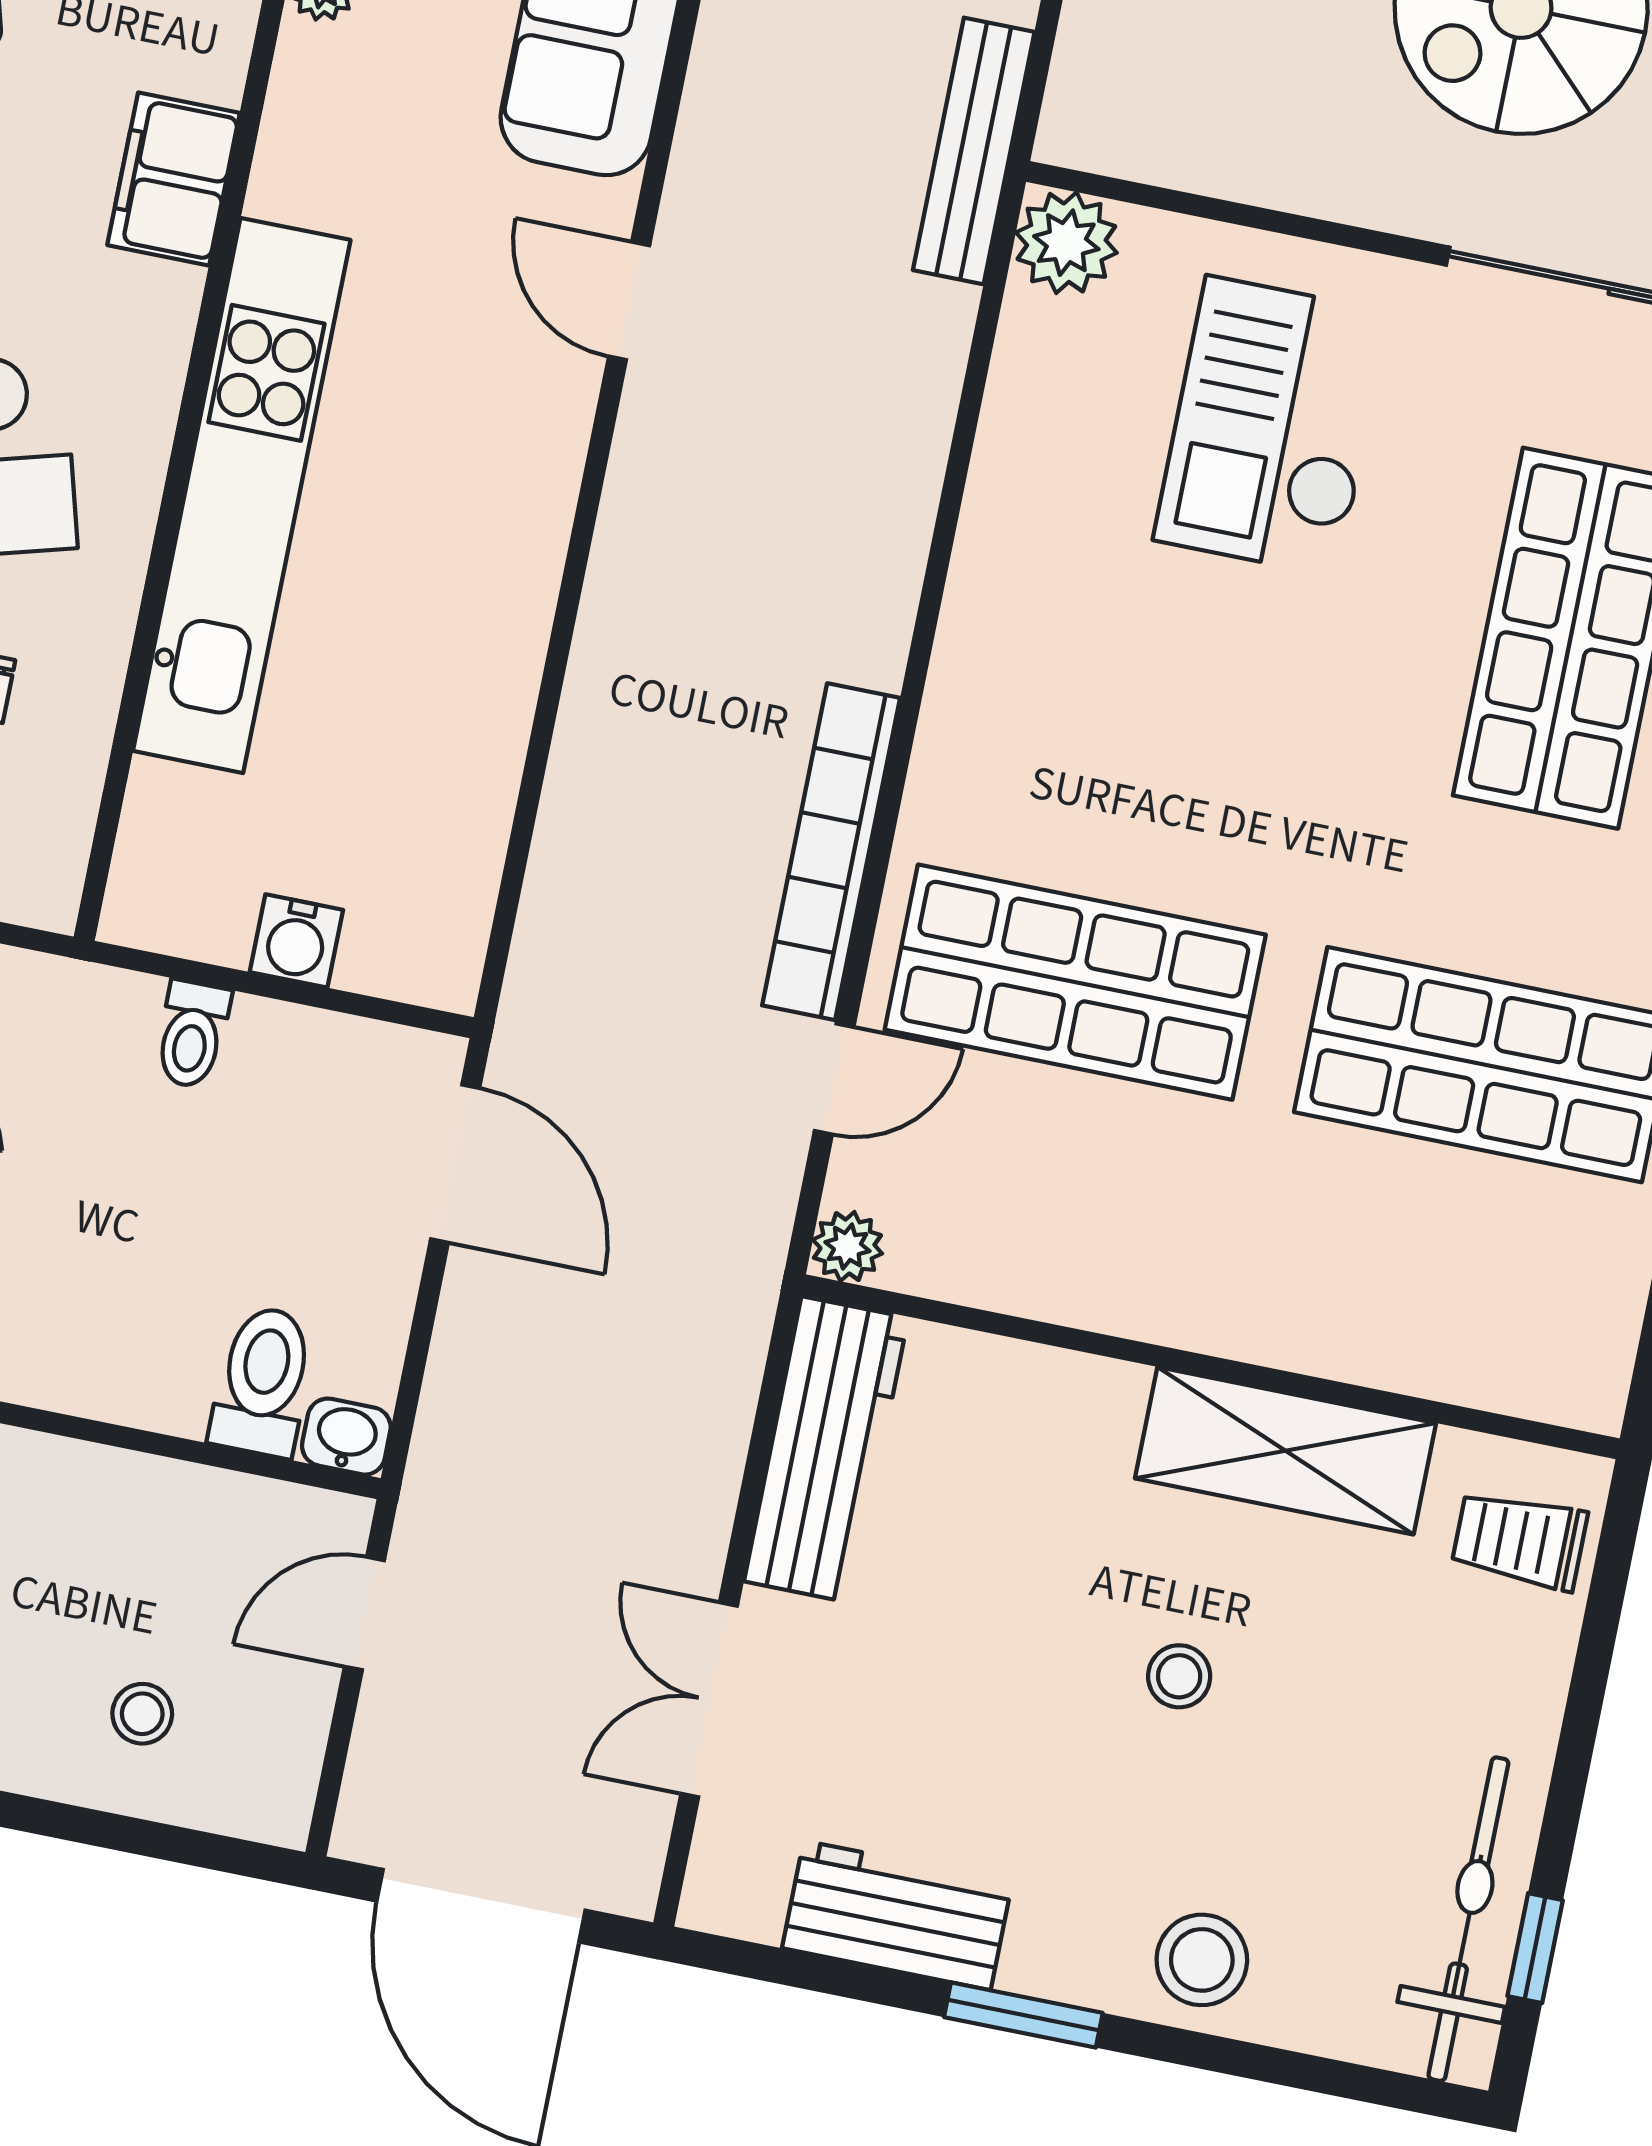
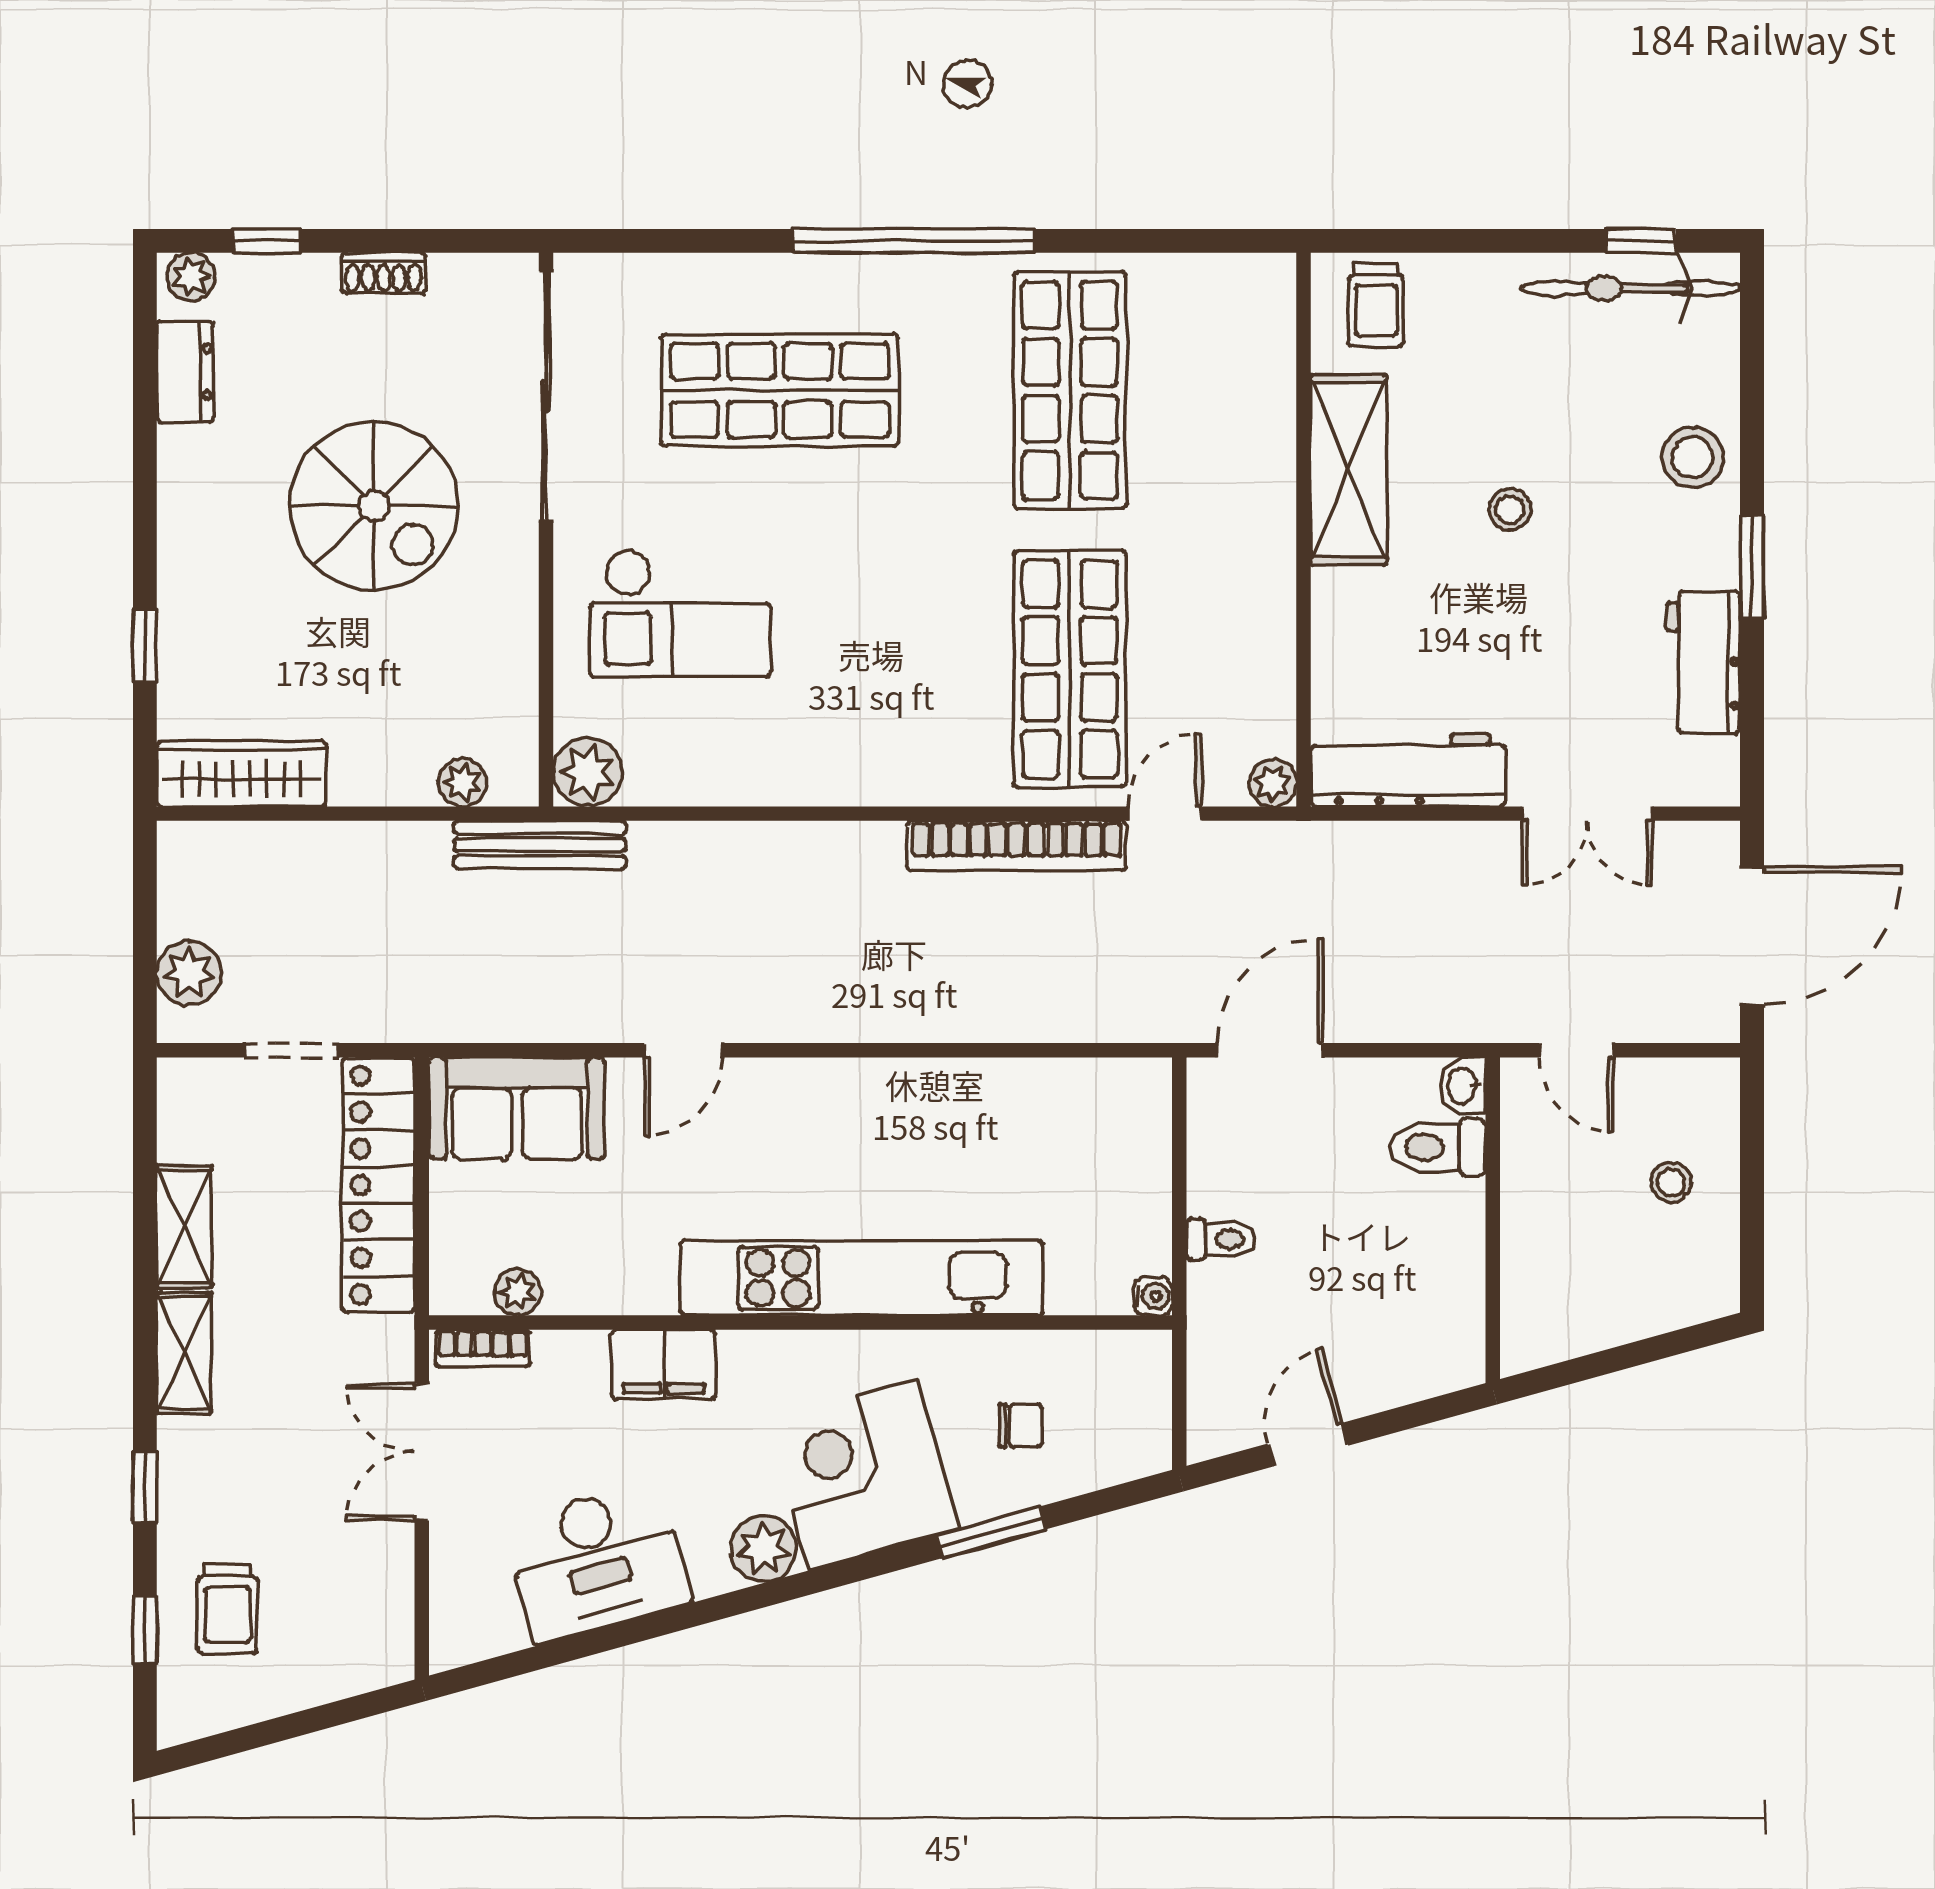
plant: (1088, 56) -> (462, 782), added
water cooler: (296, 941) -> (1153, 1296), moved, width x0.72, depth x0.72
door: (834, 1079) -> (1165, 814), hinge flipped

